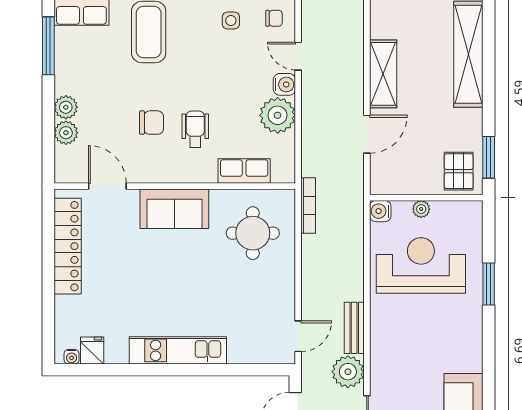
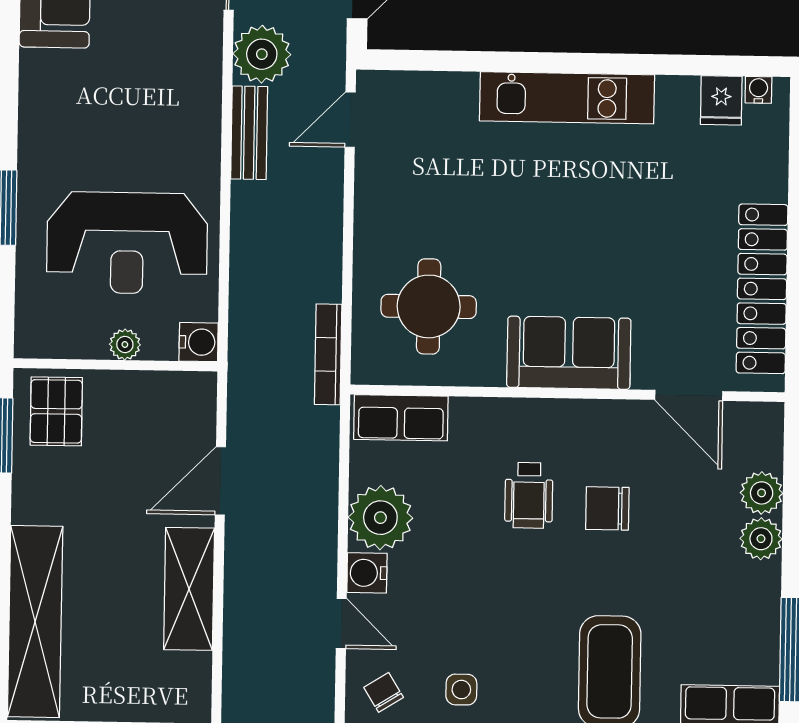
chair: (274, 18) -> (384, 692), turned 58
row of seats: (244, 171) -> (401, 418), moved

